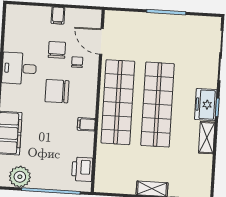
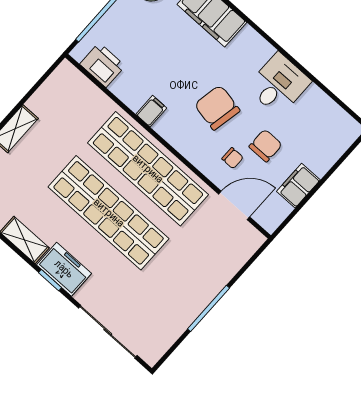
filing cabinet: (58, 16) -> (298, 186), width x2.00
chair: (57, 50) -> (266, 146), turned -90
chair: (57, 91) -> (217, 108), turned -79

